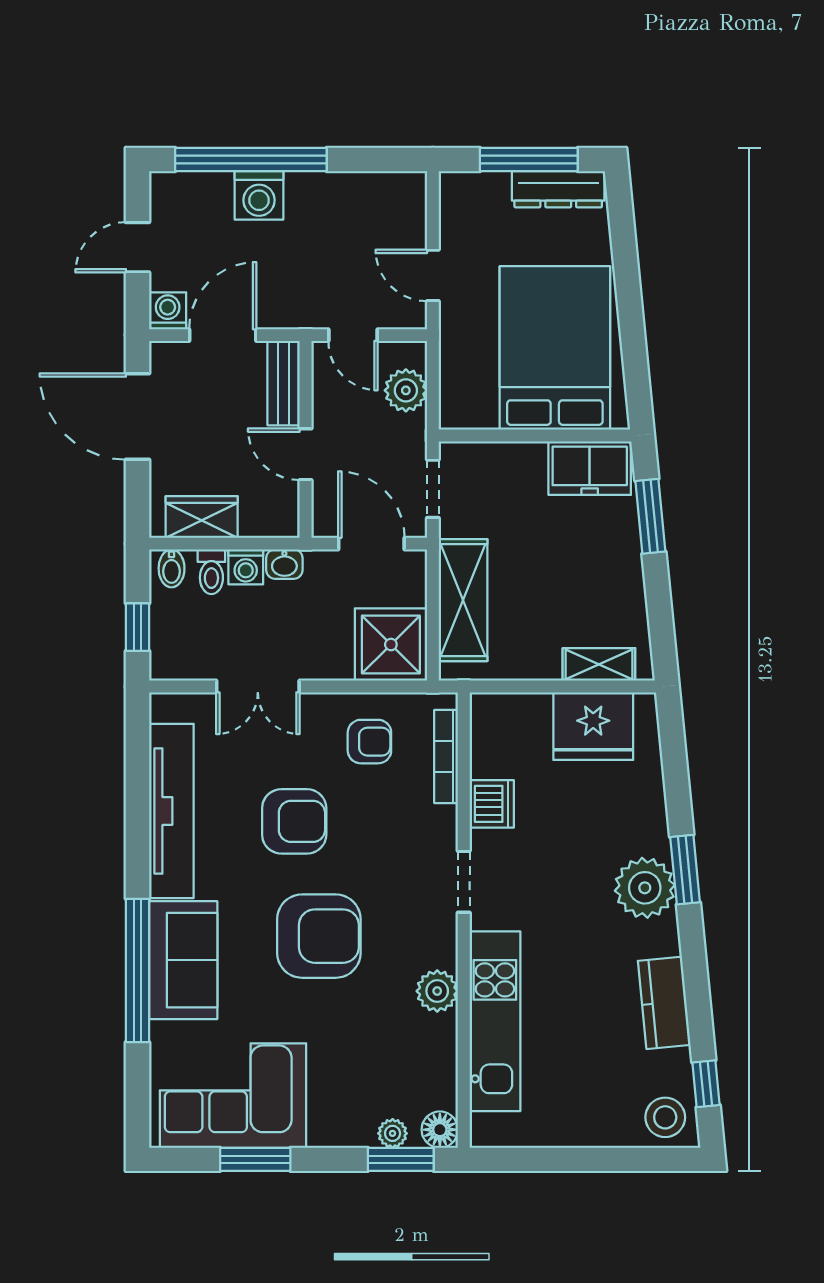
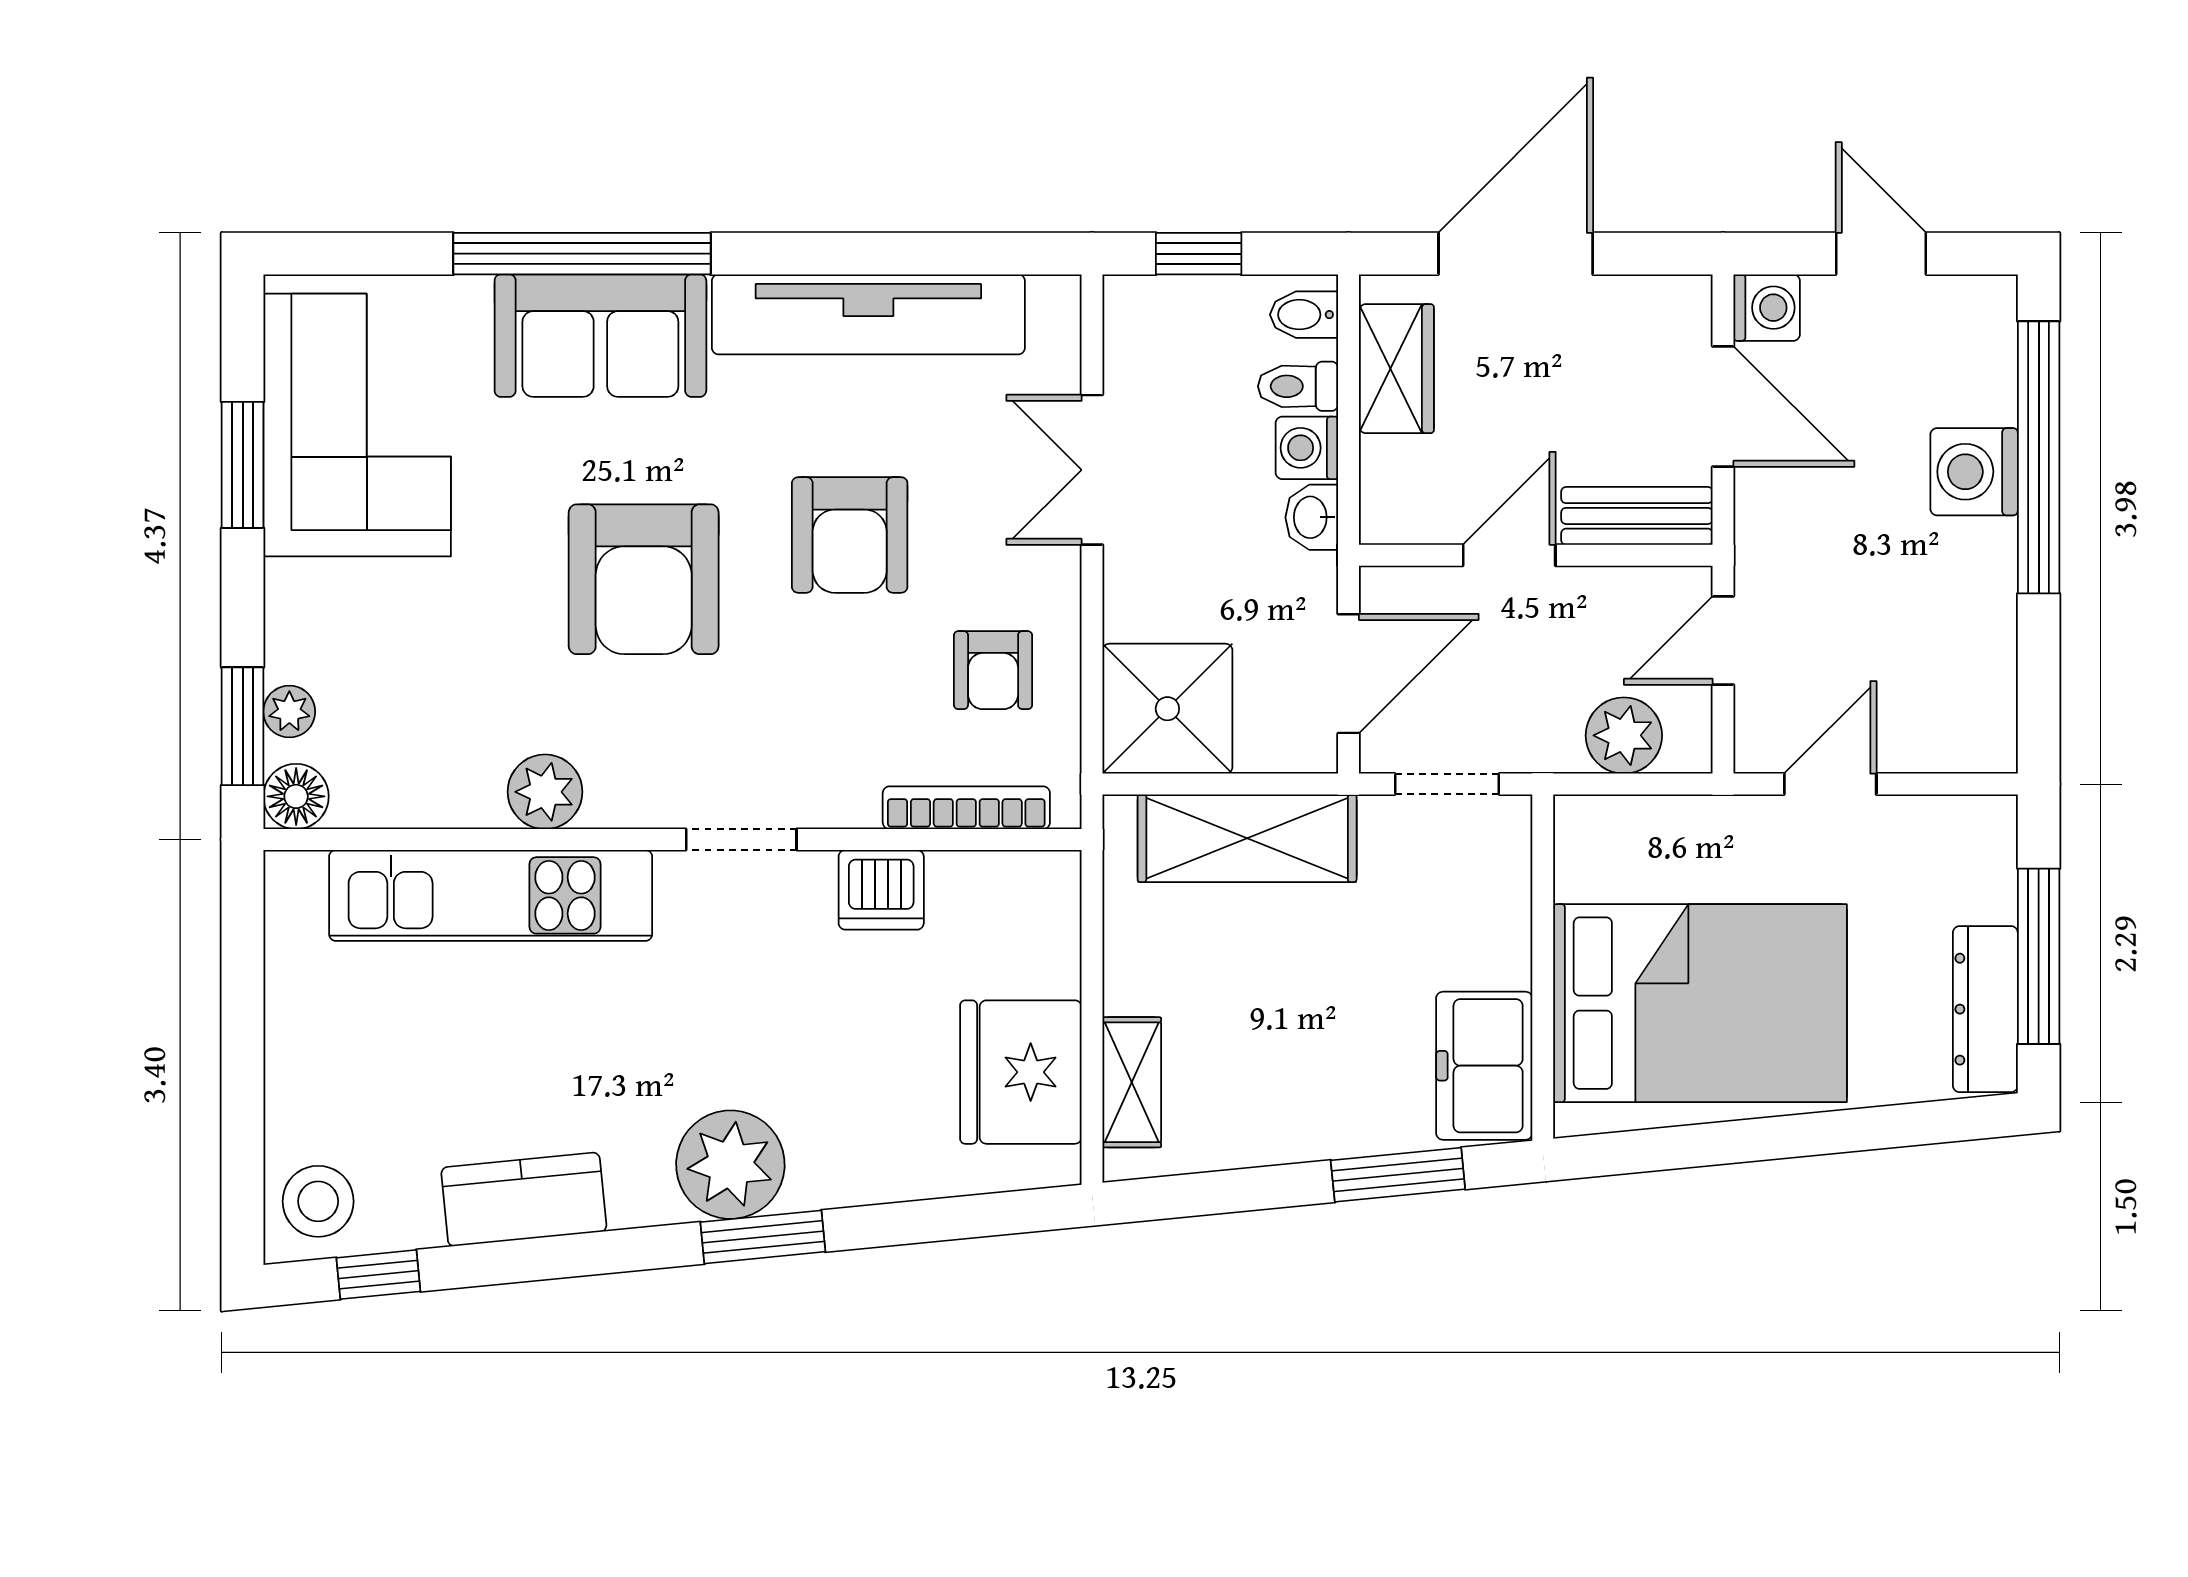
door: (138, 416) -> (1516, 254), moved

